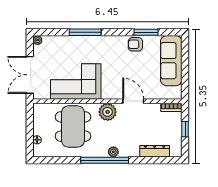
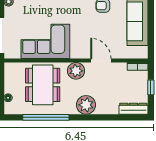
dresser: (155, 151) -> (133, 109), moved
plant: (113, 152) -> (86, 105), width x1.87, depth x1.87
window: (105, 160) -> (46, 117), moved

